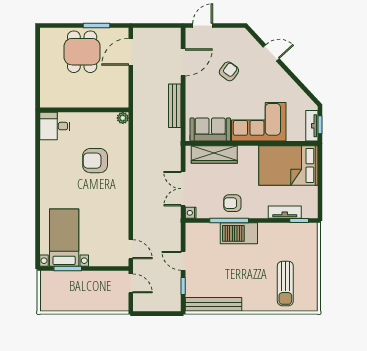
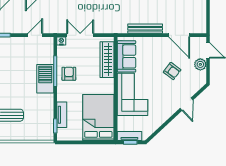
plant: (220, 35) -> (200, 64), added
door: (183, 261) -> (35, 35), moved

